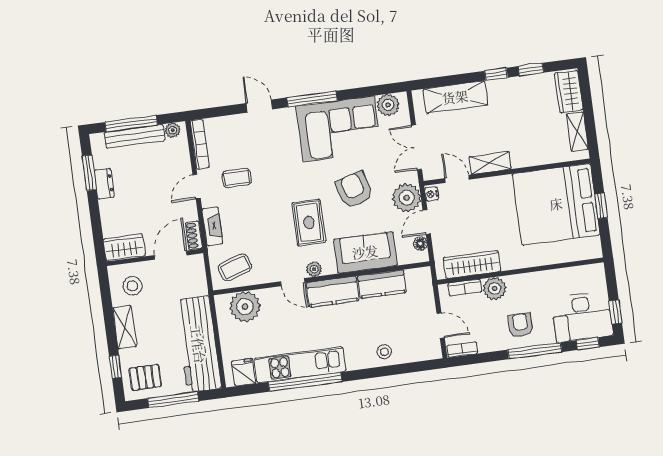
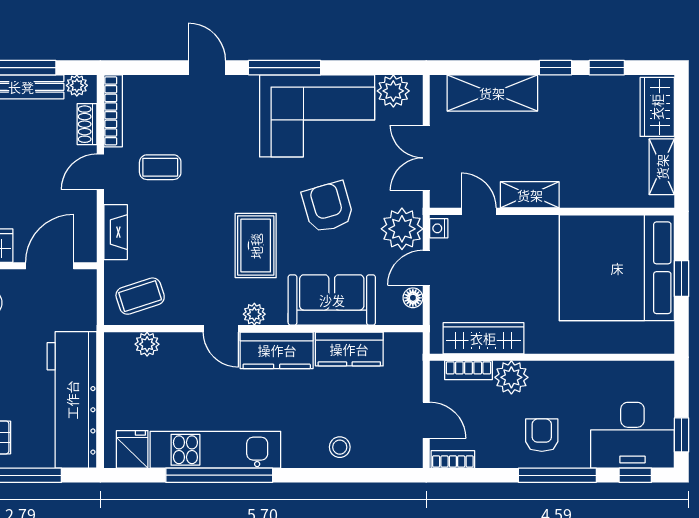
shoe rack: (194, 235) -> (87, 124), moved
plant: (245, 307) -> (147, 344), width x0.53, depth x0.53

